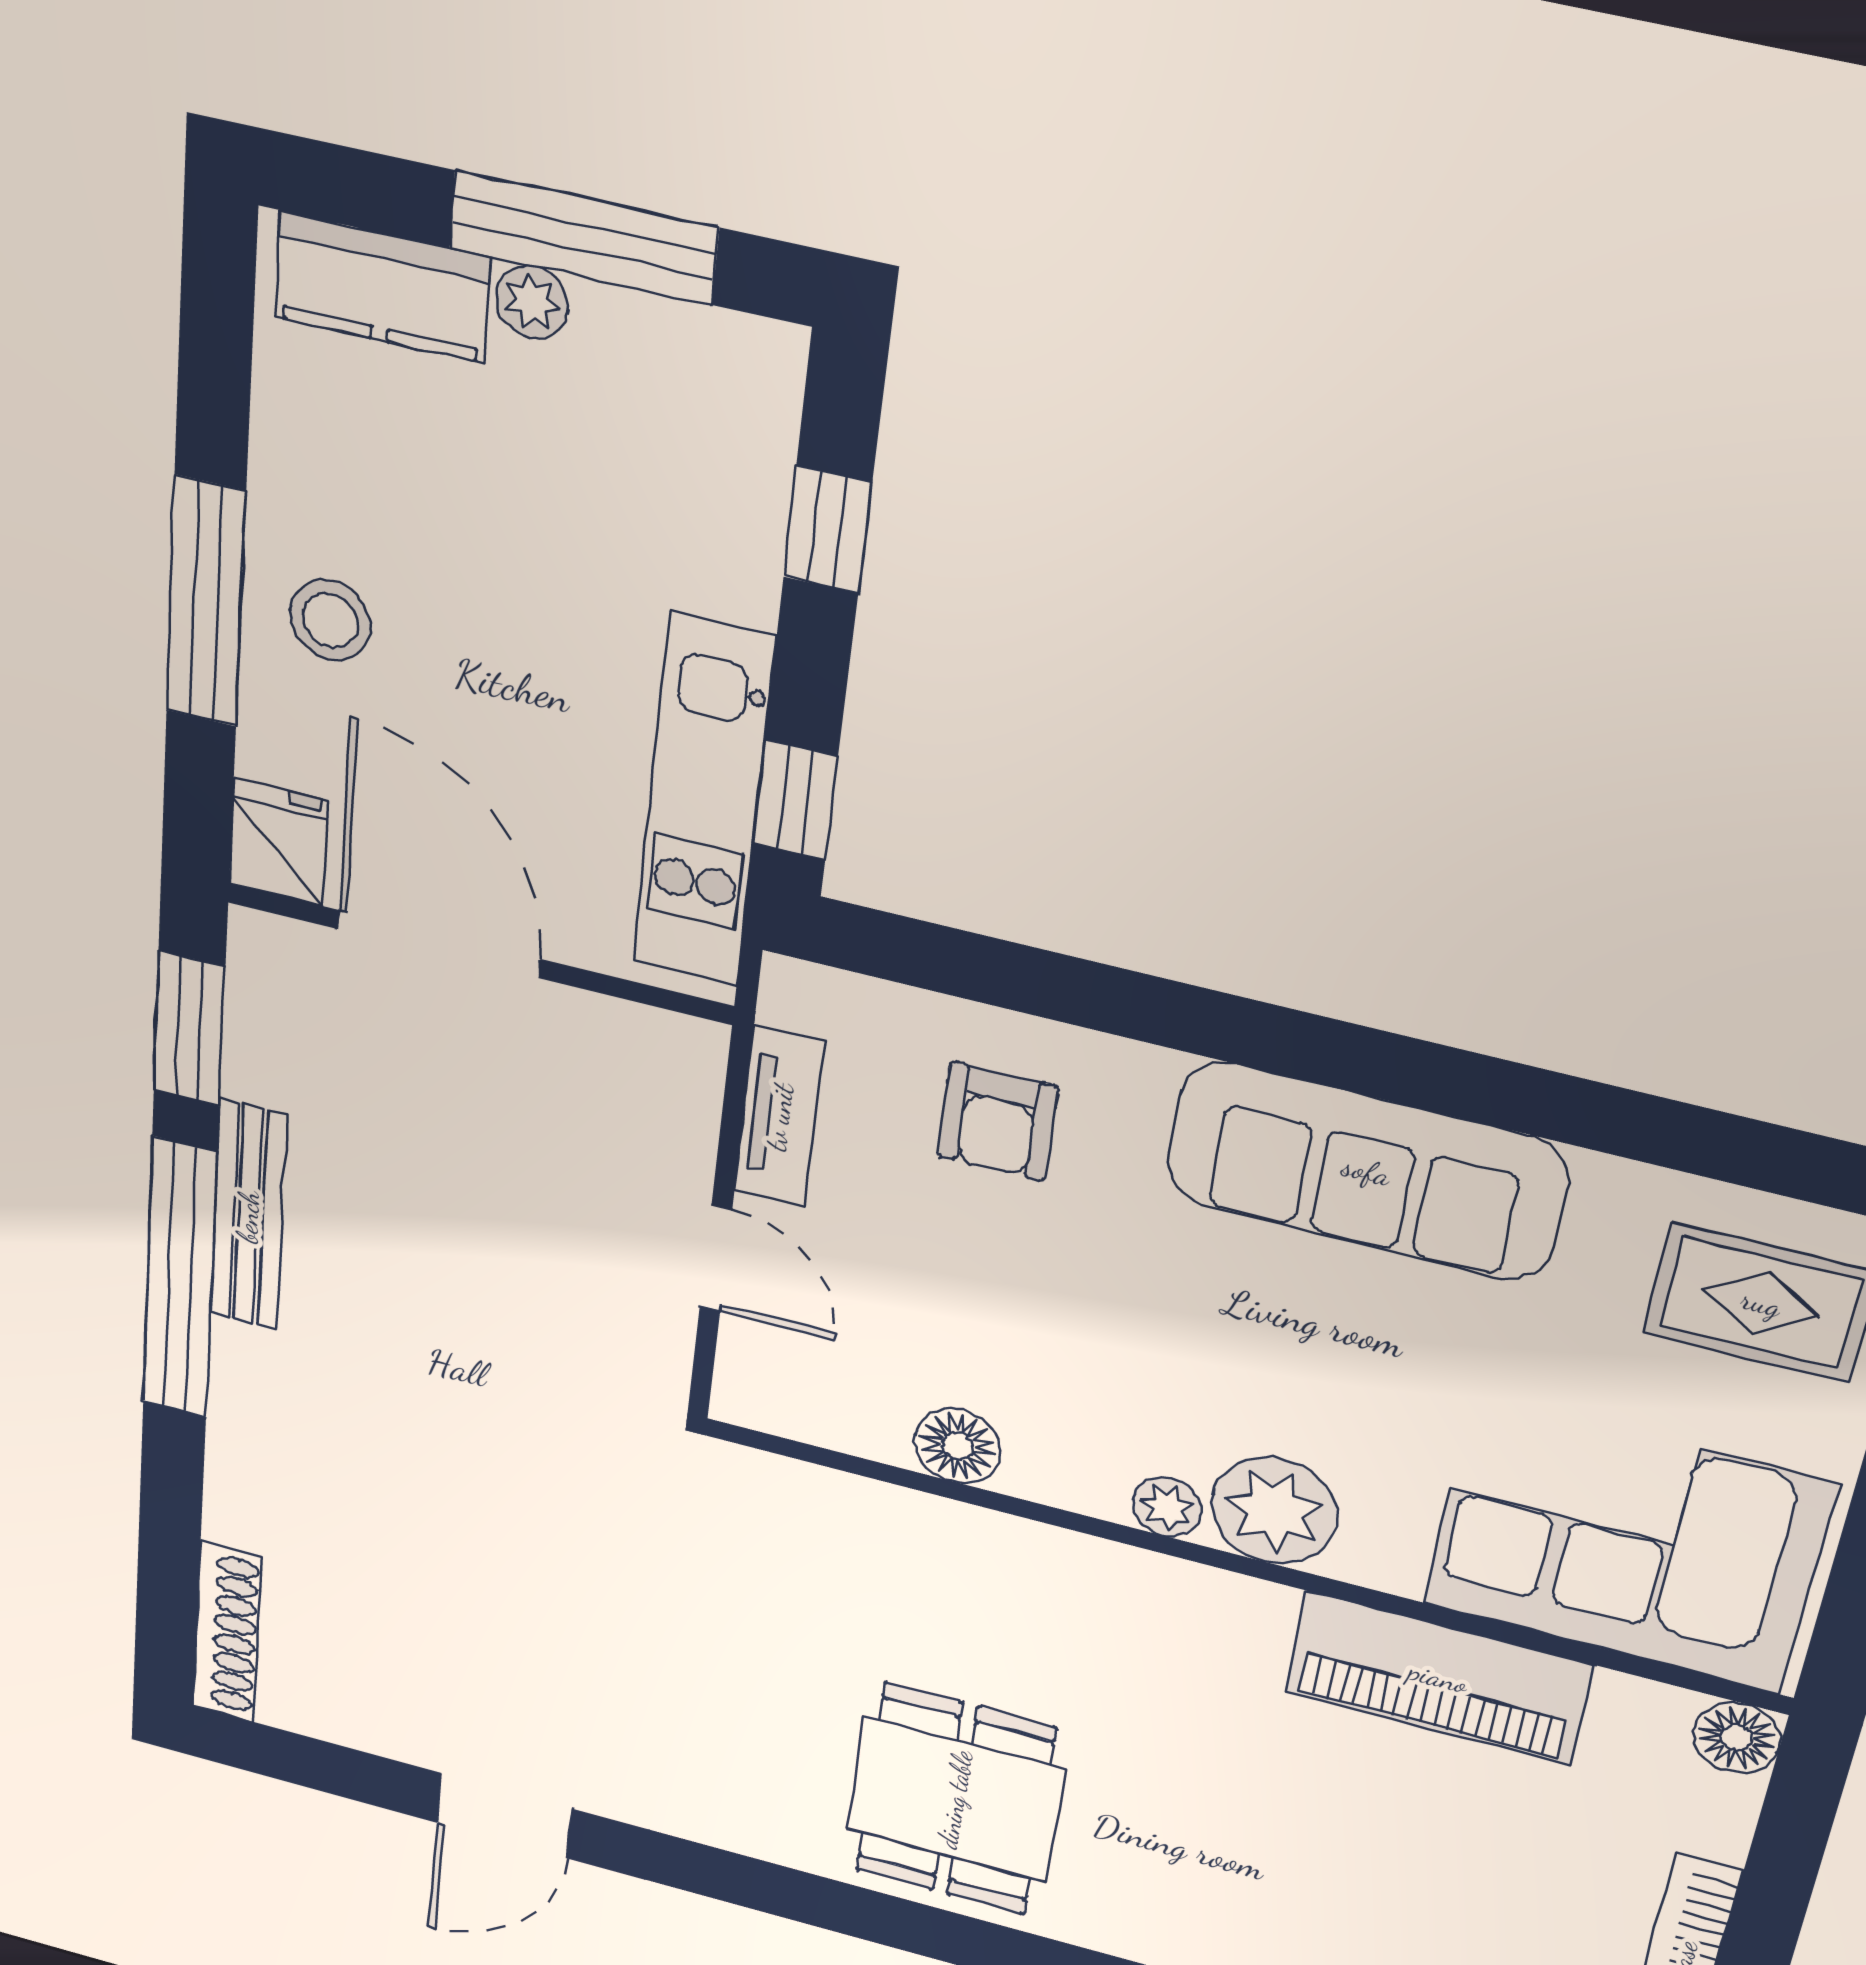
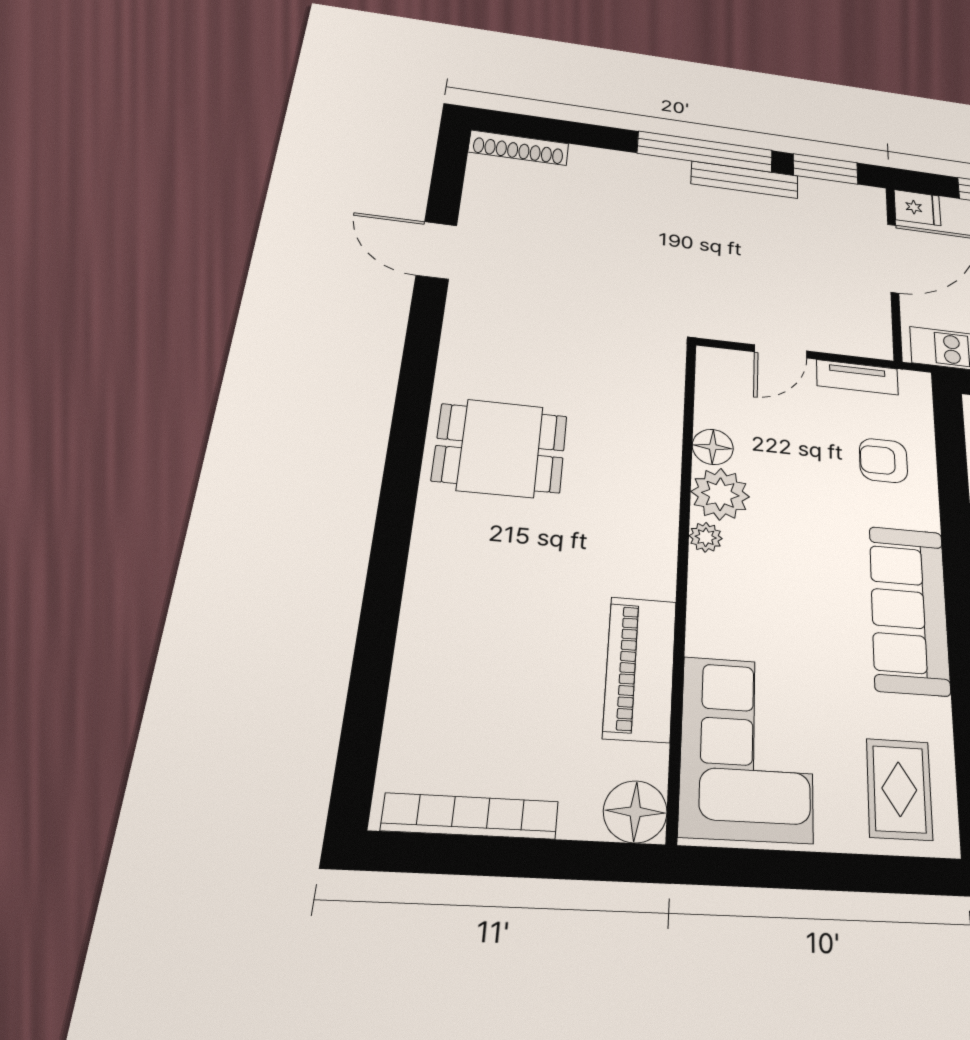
plant: (1274, 1511) -> (720, 494), moved
floor lamp: (1737, 1738) -> (635, 812), width x1.38, depth x1.38

